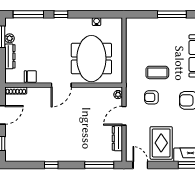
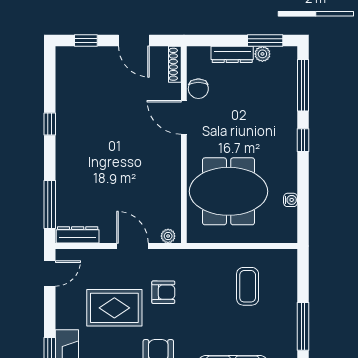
coffee table: (157, 72) -> (248, 286), moved
door: (61, 85) -> (184, 117), moved
armchair: (151, 97) -> (163, 292), turned 90
dresser: (117, 138) -> (78, 235), moved
rug: (161, 143) -> (114, 308), moved

